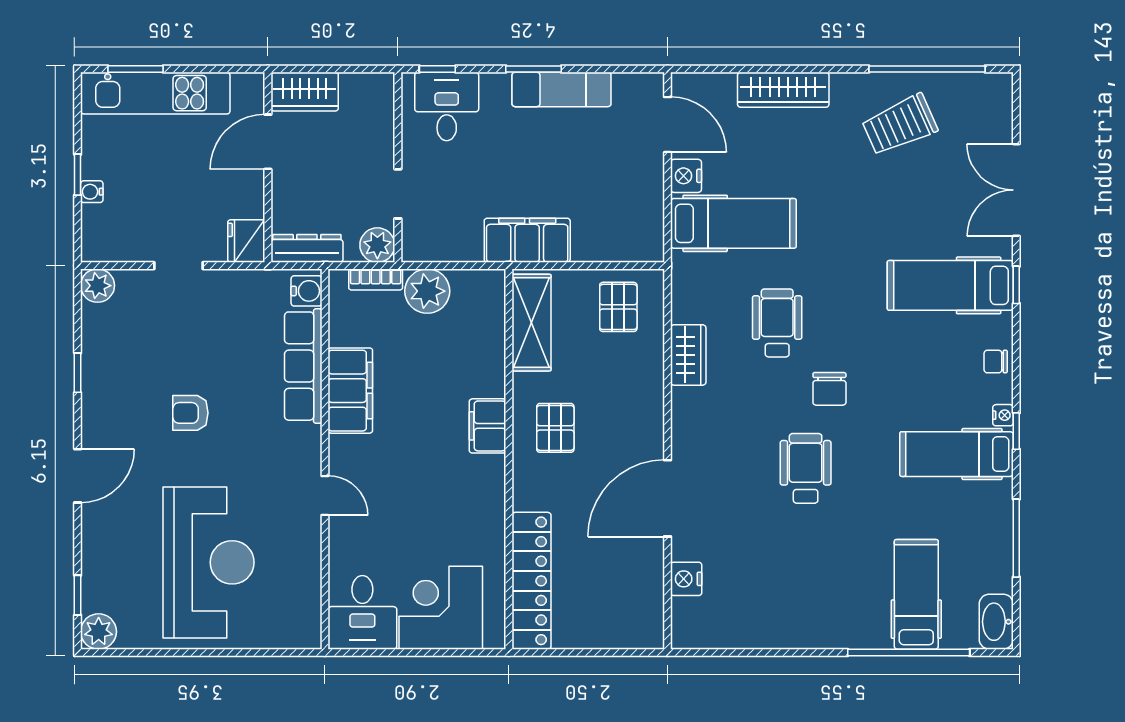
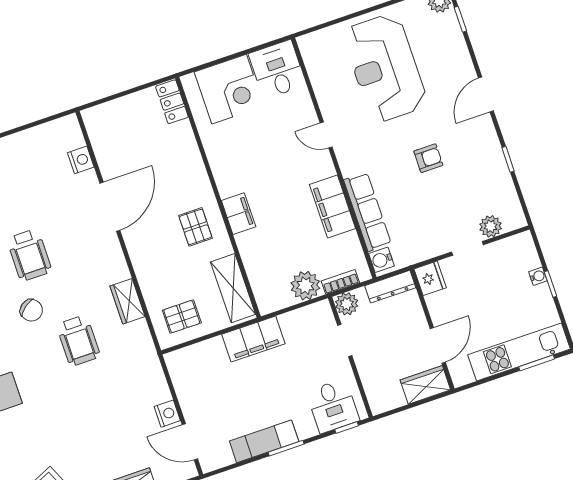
hospital bed: (733, 223) -> (127, 394), removed
plant: (98, 286) -> (491, 226), moved
pallet: (618, 307) -> (182, 317), turned 90
chair: (829, 389) -> (31, 310), turned 143
locker: (531, 581) -> (172, 102), width x0.46, depth x0.83

